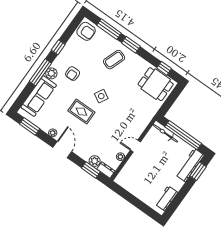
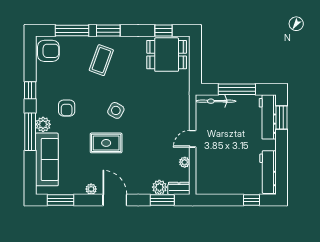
window: (183, 135) -> (237, 89), width x0.68
workbench: (166, 198) -> (268, 172), width x1.37
window: (145, 208) -> (252, 200), added

